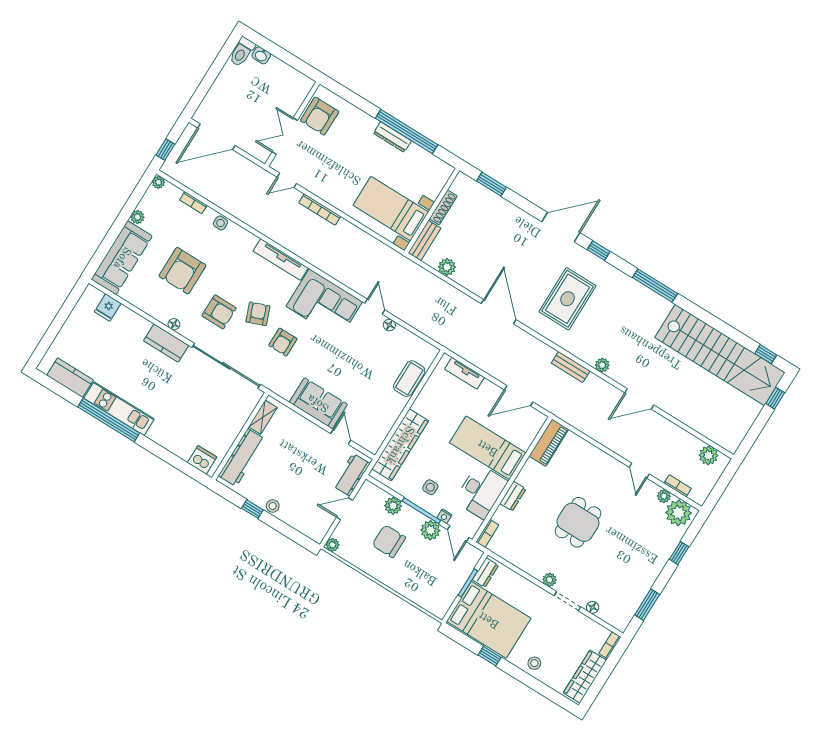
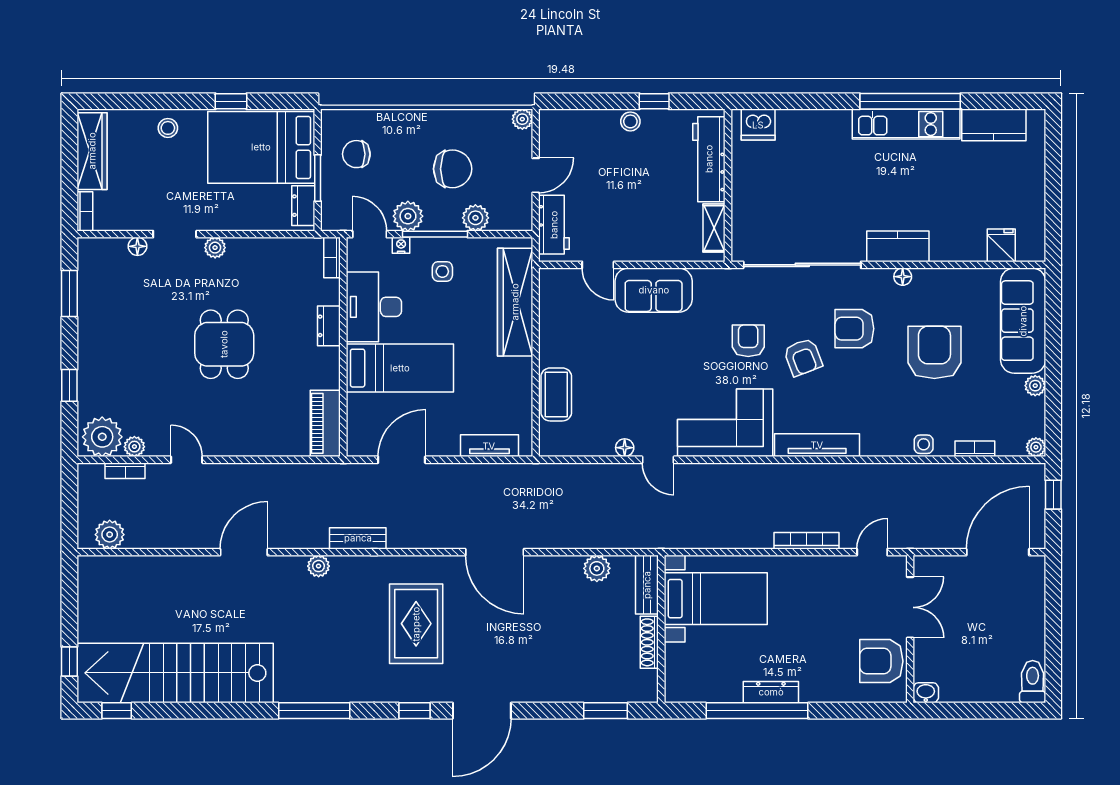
washbasin: (261, 55) -> (926, 693), moved
armchair: (320, 116) -> (881, 661), turned -90
chair: (438, 583) -> (356, 154), added

